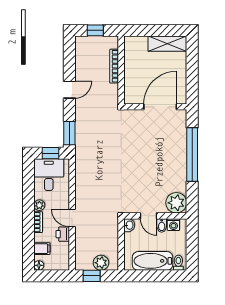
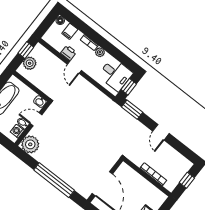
door: (72, 218) -> (74, 67), swing flipped

